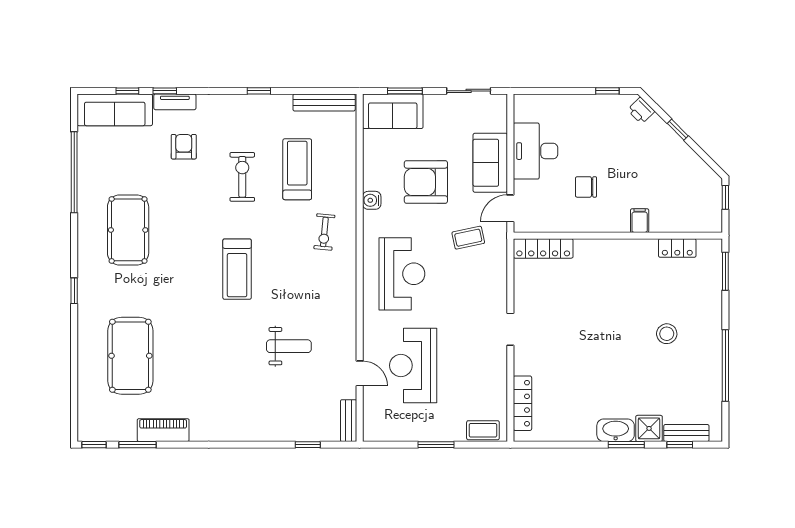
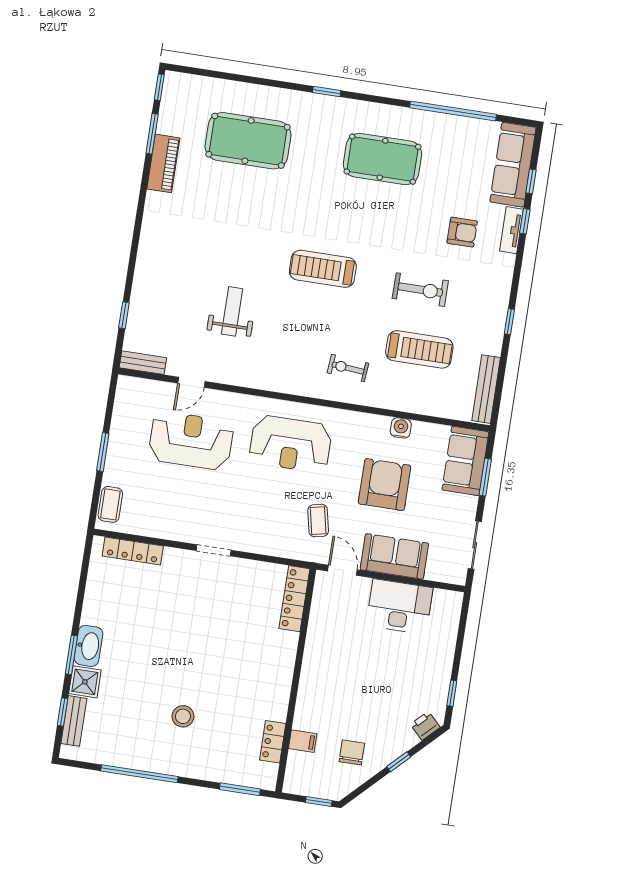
chair: (586, 187) -> (352, 752), moved
water cooler: (372, 200) -> (401, 428), moved
filing cabinet: (640, 221) -> (303, 741), moved
weight bench: (289, 346) -> (232, 311), turned 180

